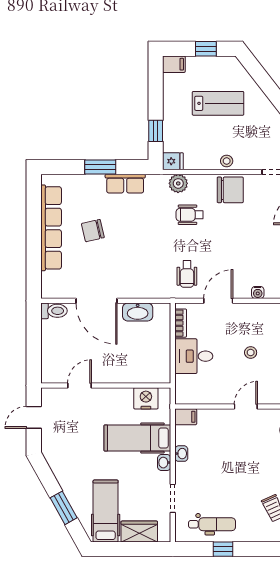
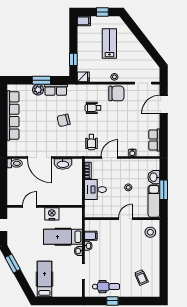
lab bench: (218, 103) -> (109, 44), turned -90
plant: (178, 183) -> (38, 90), moved
chair: (93, 231) -> (64, 120), moved
nightstand: (146, 398) -> (52, 214), moved
filing cabinet: (186, 417) -> (91, 236), moved
window: (64, 508) -> (13, 263), moved
wardrobe: (139, 532) -> (64, 291), removed

